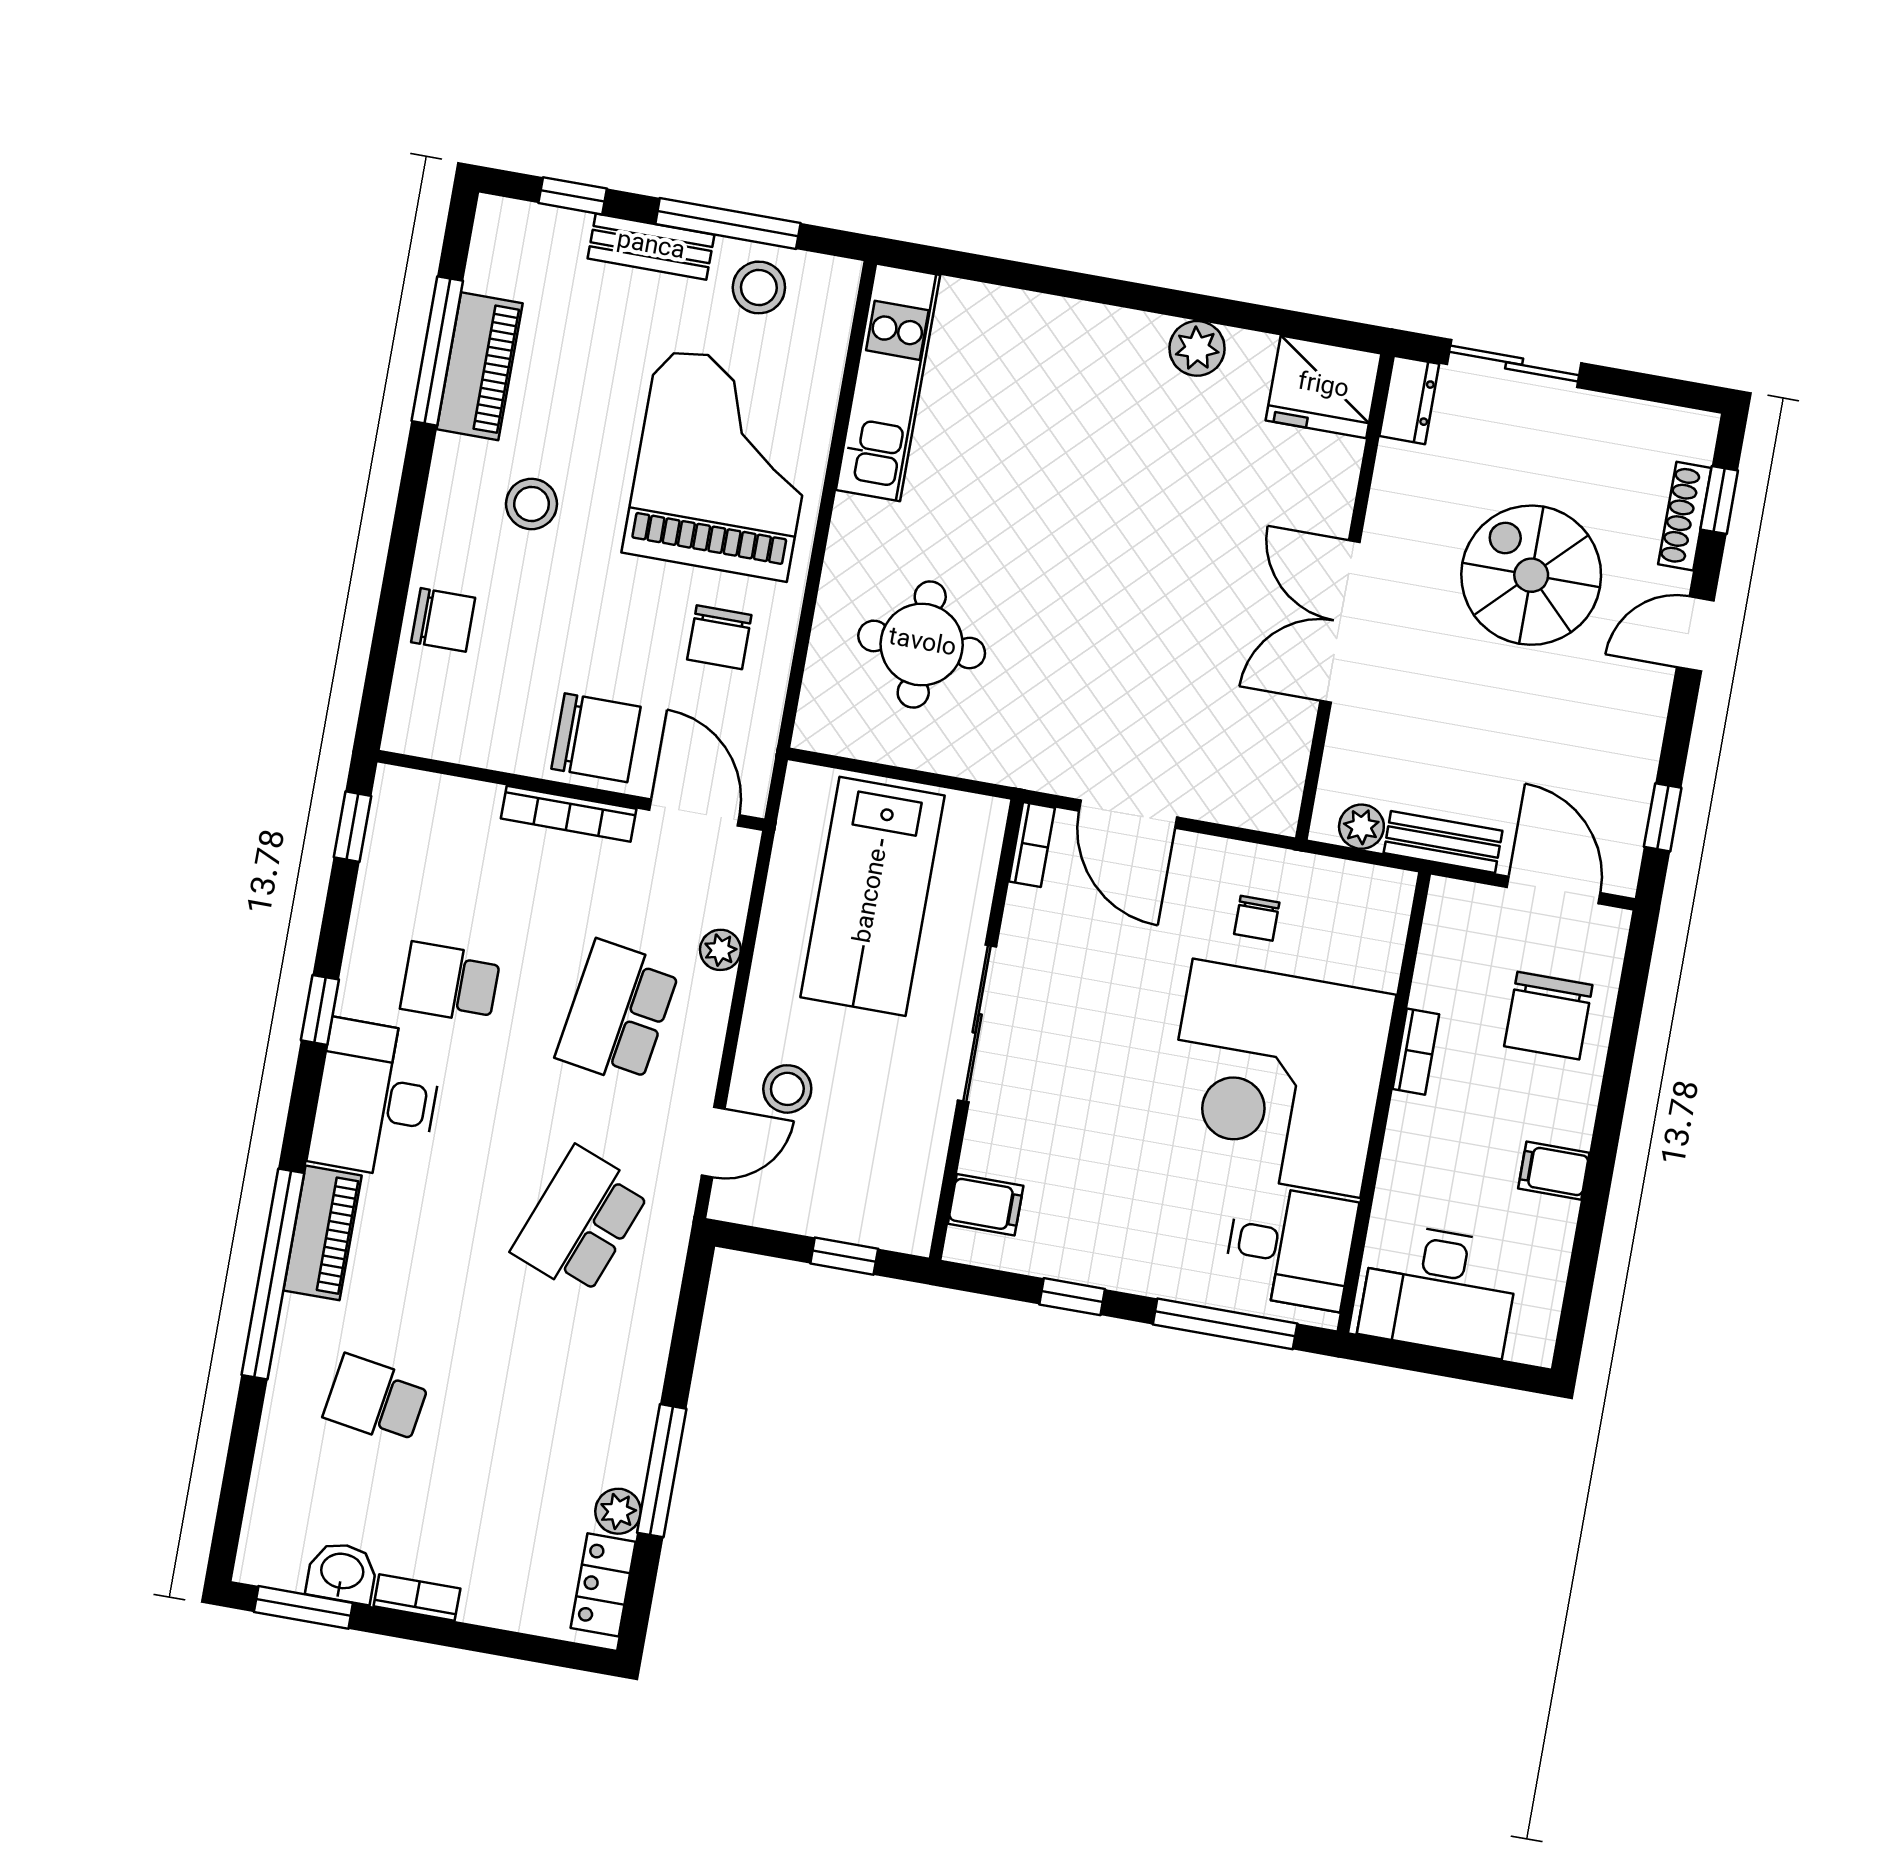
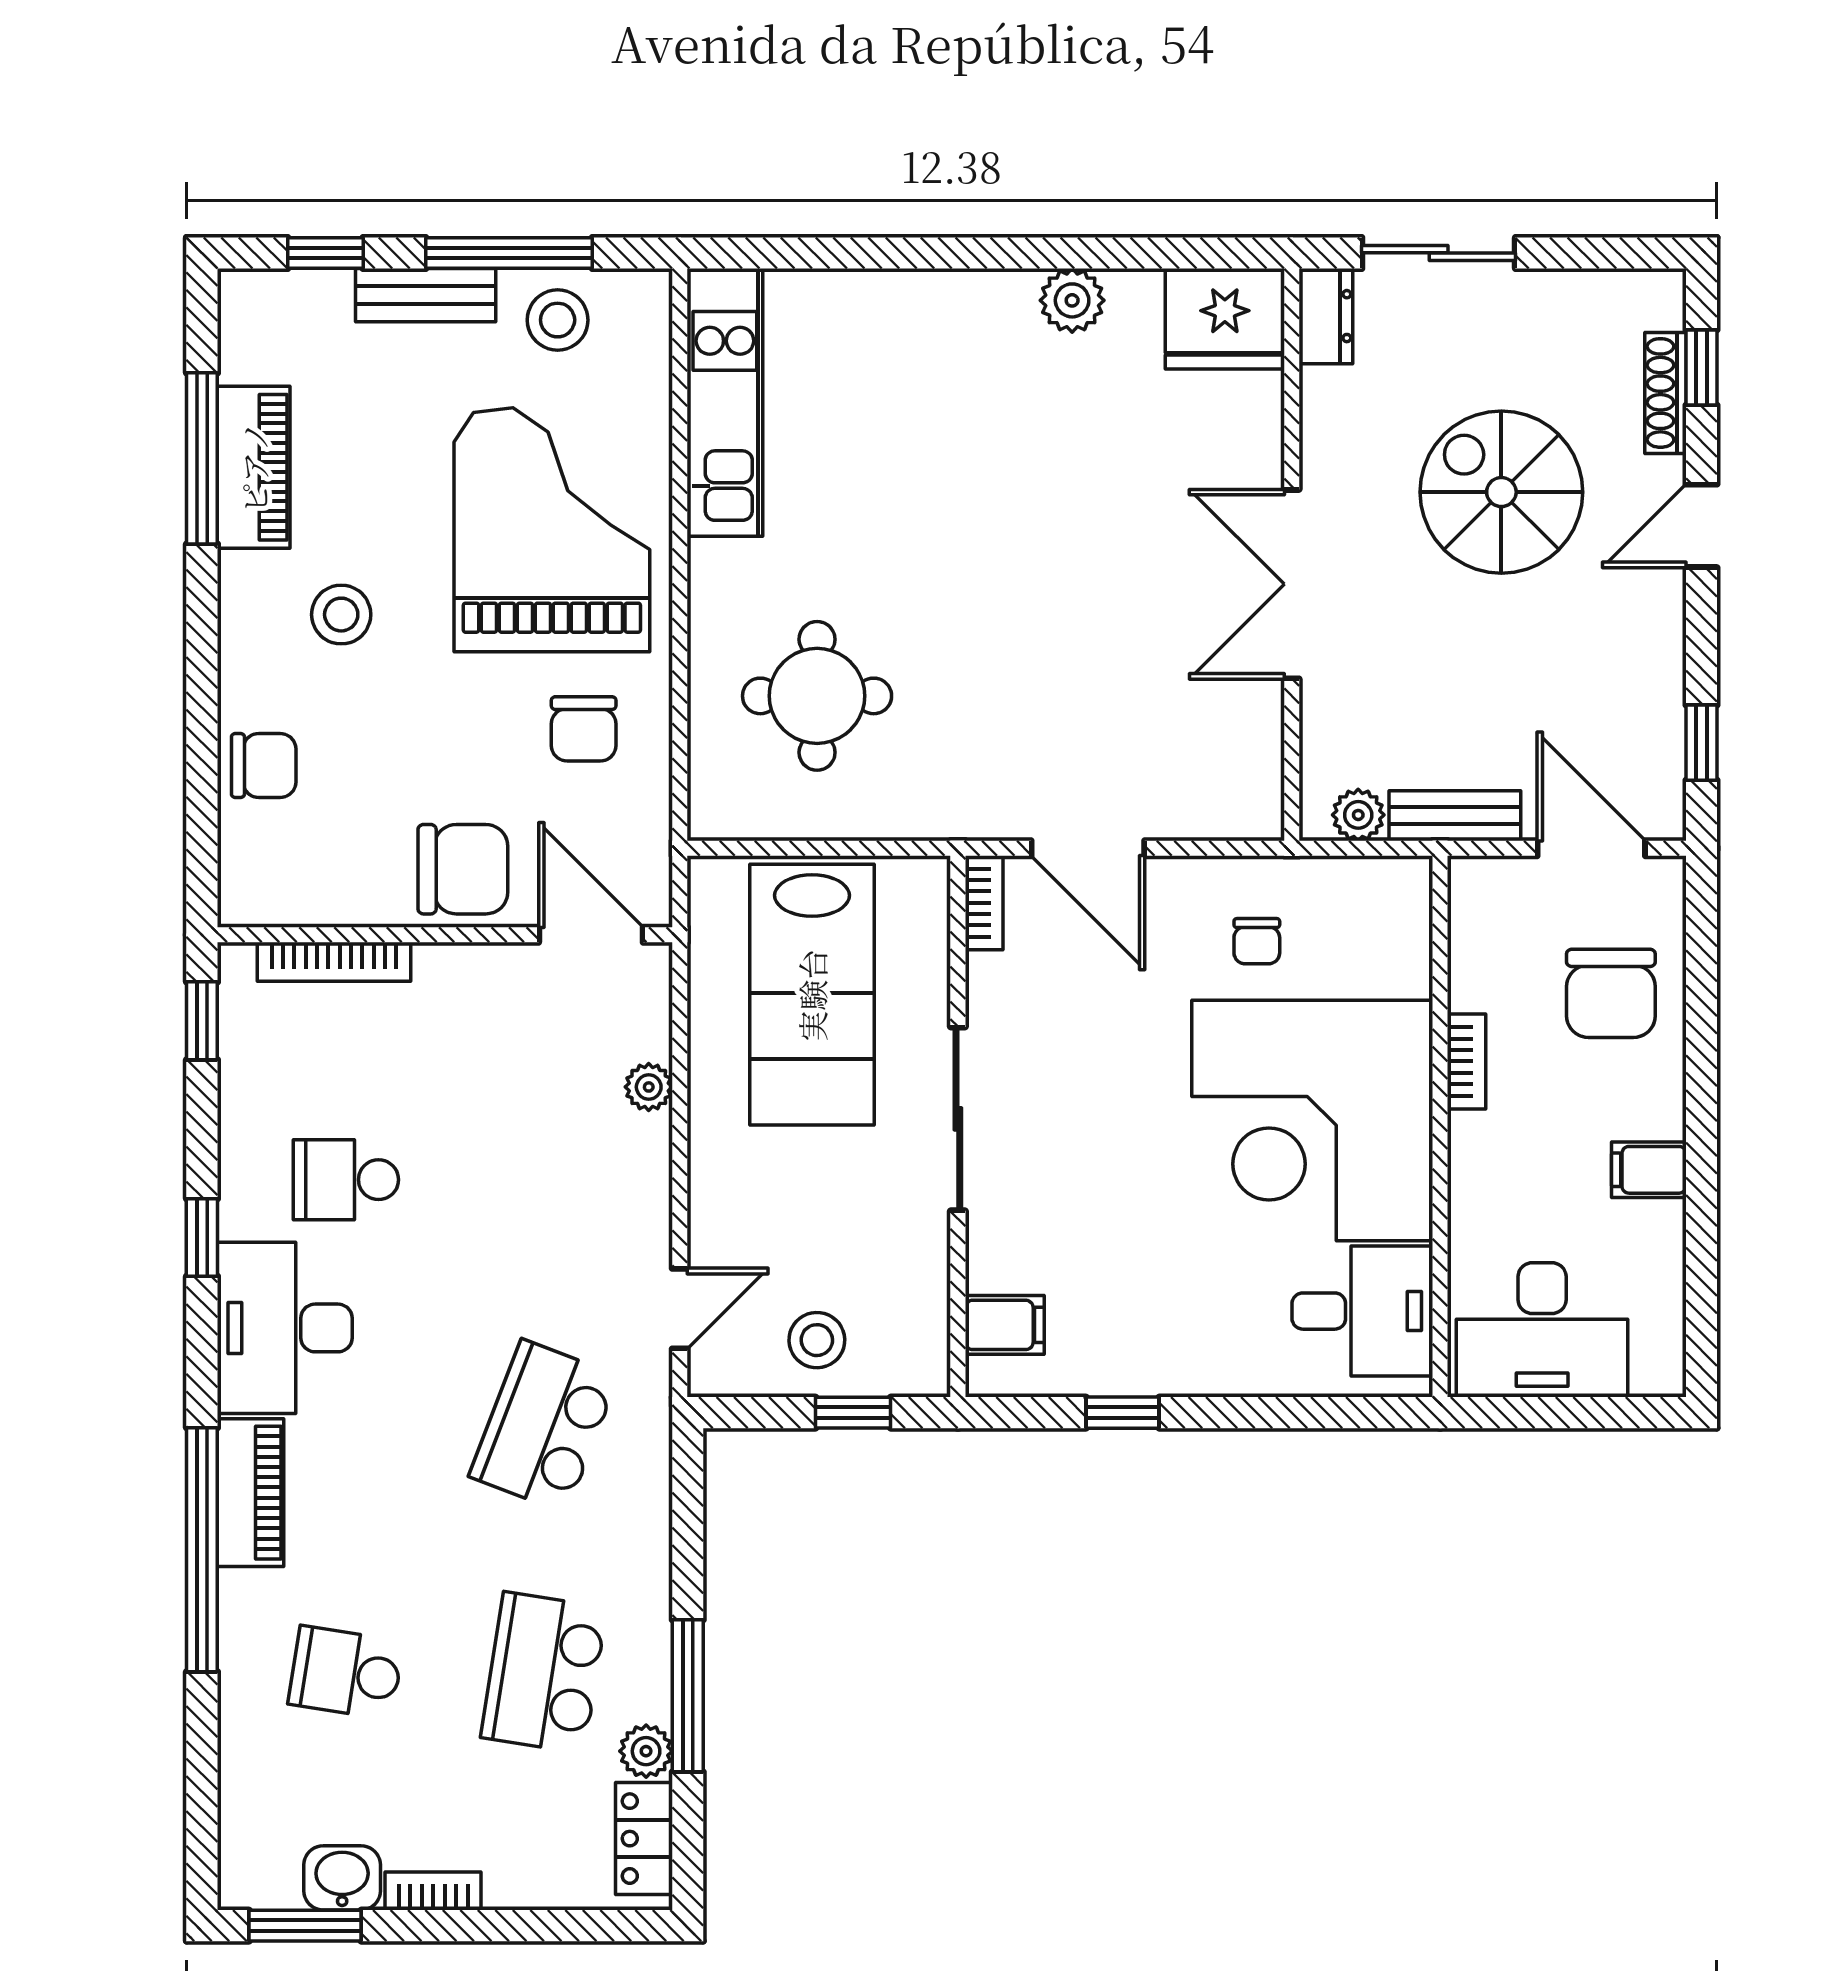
bookcase: (569, 814) -> (334, 962), moved
school desk: (618, 1013) -> (544, 1673), moved
stool: (787, 1089) -> (817, 1340), moved
window: (1225, 1324) -> (1303, 1413), removed

